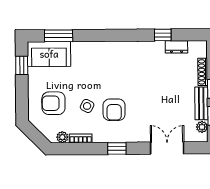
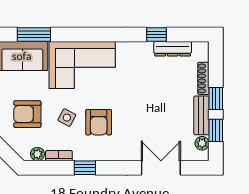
dresser: (176, 47) -> (173, 49), width x1.44
corner sofa: (100, 61) -> (82, 65), added
window: (117, 148) -> (85, 168), moved

